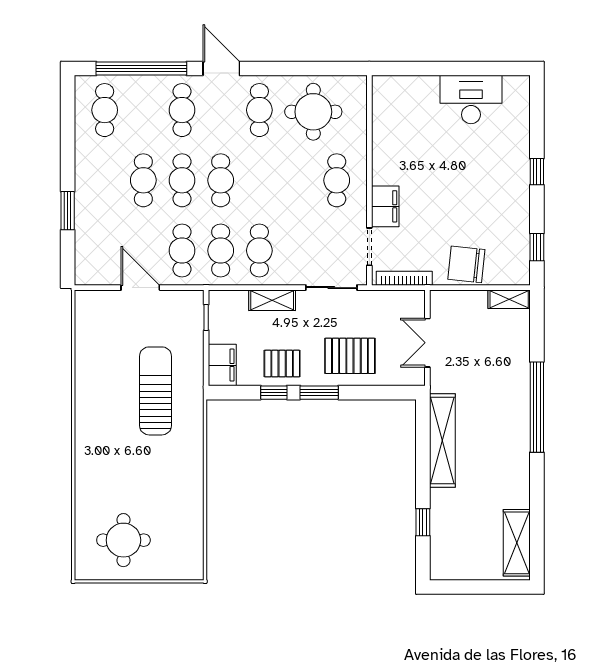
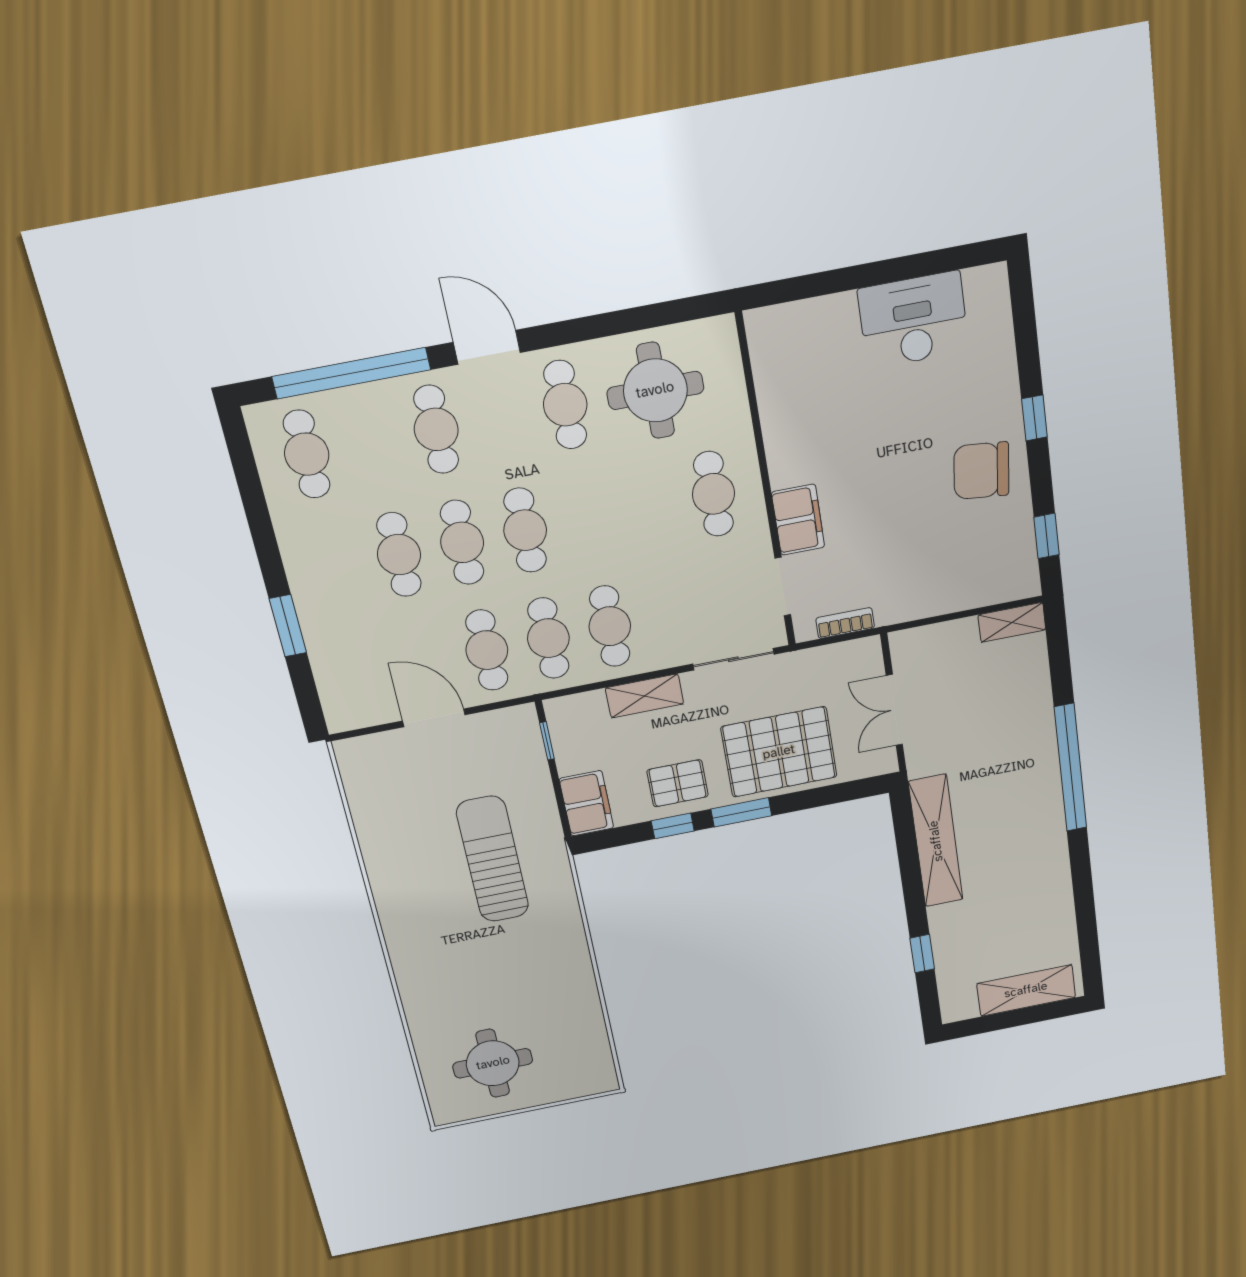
chair: (466, 264) -> (981, 471), moved
bookcase: (404, 278) -> (845, 623), width x0.64
pallet: (350, 356) -> (779, 752), width x1.37, depth x1.41
shelving: (517, 543) -> (1026, 990), moved, turned 90

